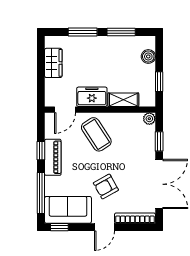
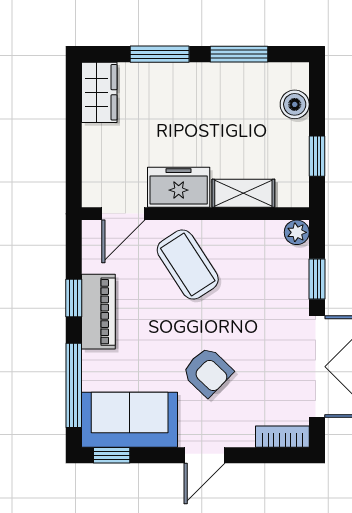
wardrobe: (53, 63) -> (99, 92), moved
armchair: (106, 186) -> (208, 372), turned -107
bookcase: (135, 218) -> (282, 437), width x0.64

